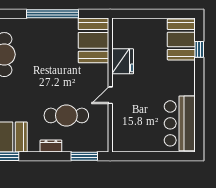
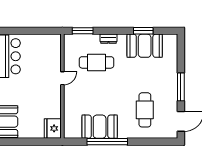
booth: (93, 40) -> (100, 127), moved, turned 90
fridge: (123, 61) -> (53, 128), moved

